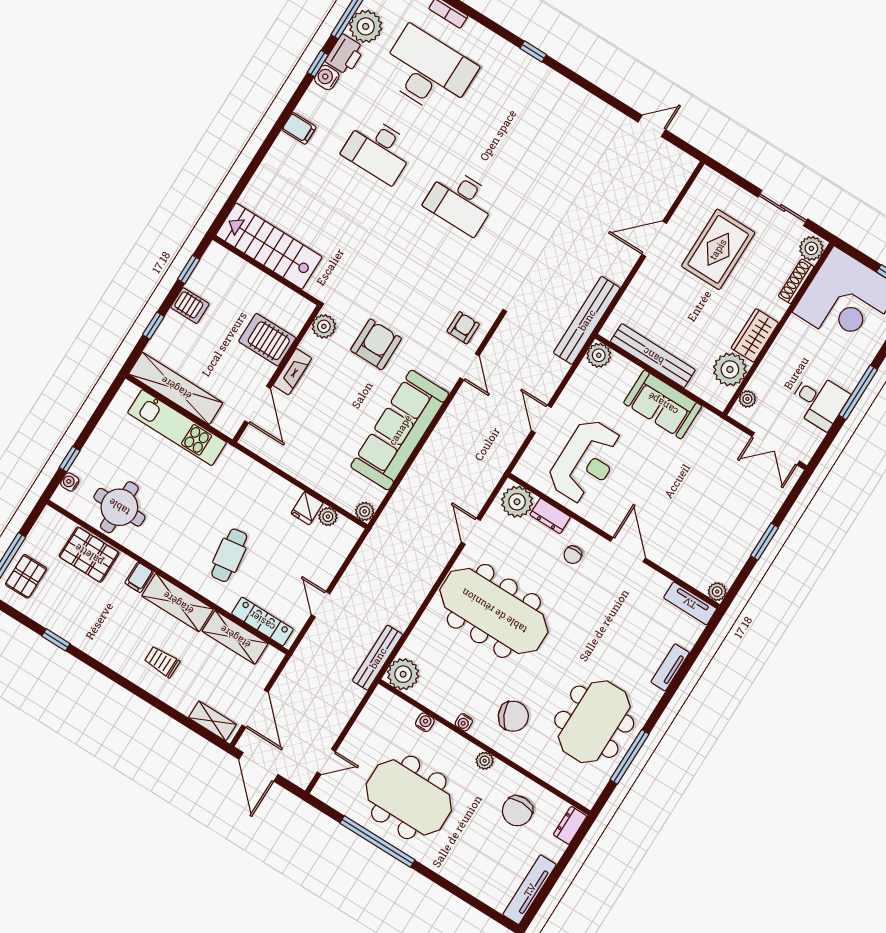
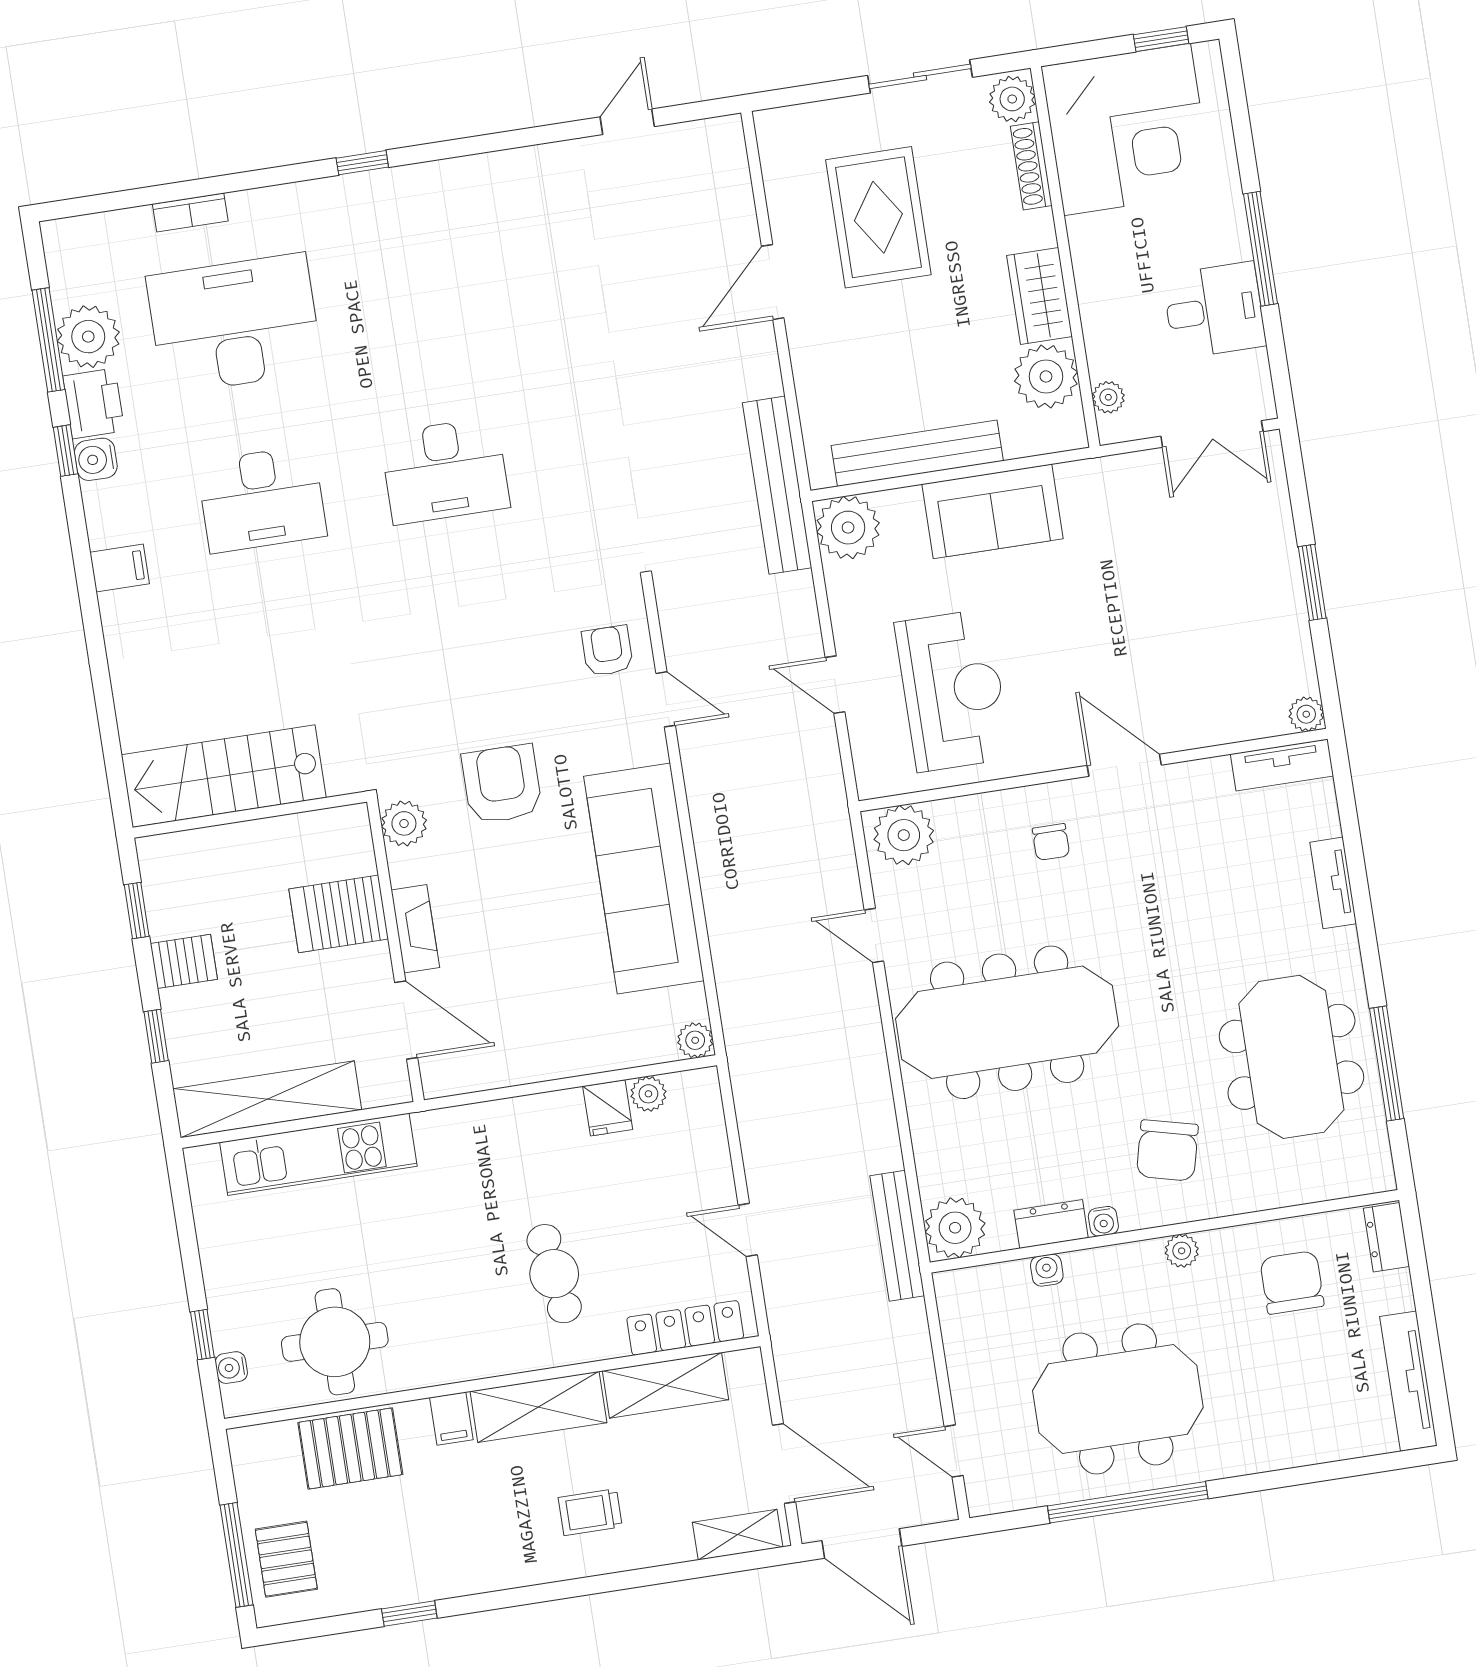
plant: (599, 355) -> (848, 528), width x1.36, depth x1.36
dresser: (550, 516) -> (1051, 1224), moved, turned 180
chair: (513, 716) -> (1167, 1150), turned 129
door: (326, 762) -> (954, 1451), swing flipped
chair: (517, 811) -> (1292, 1282), turned 180

